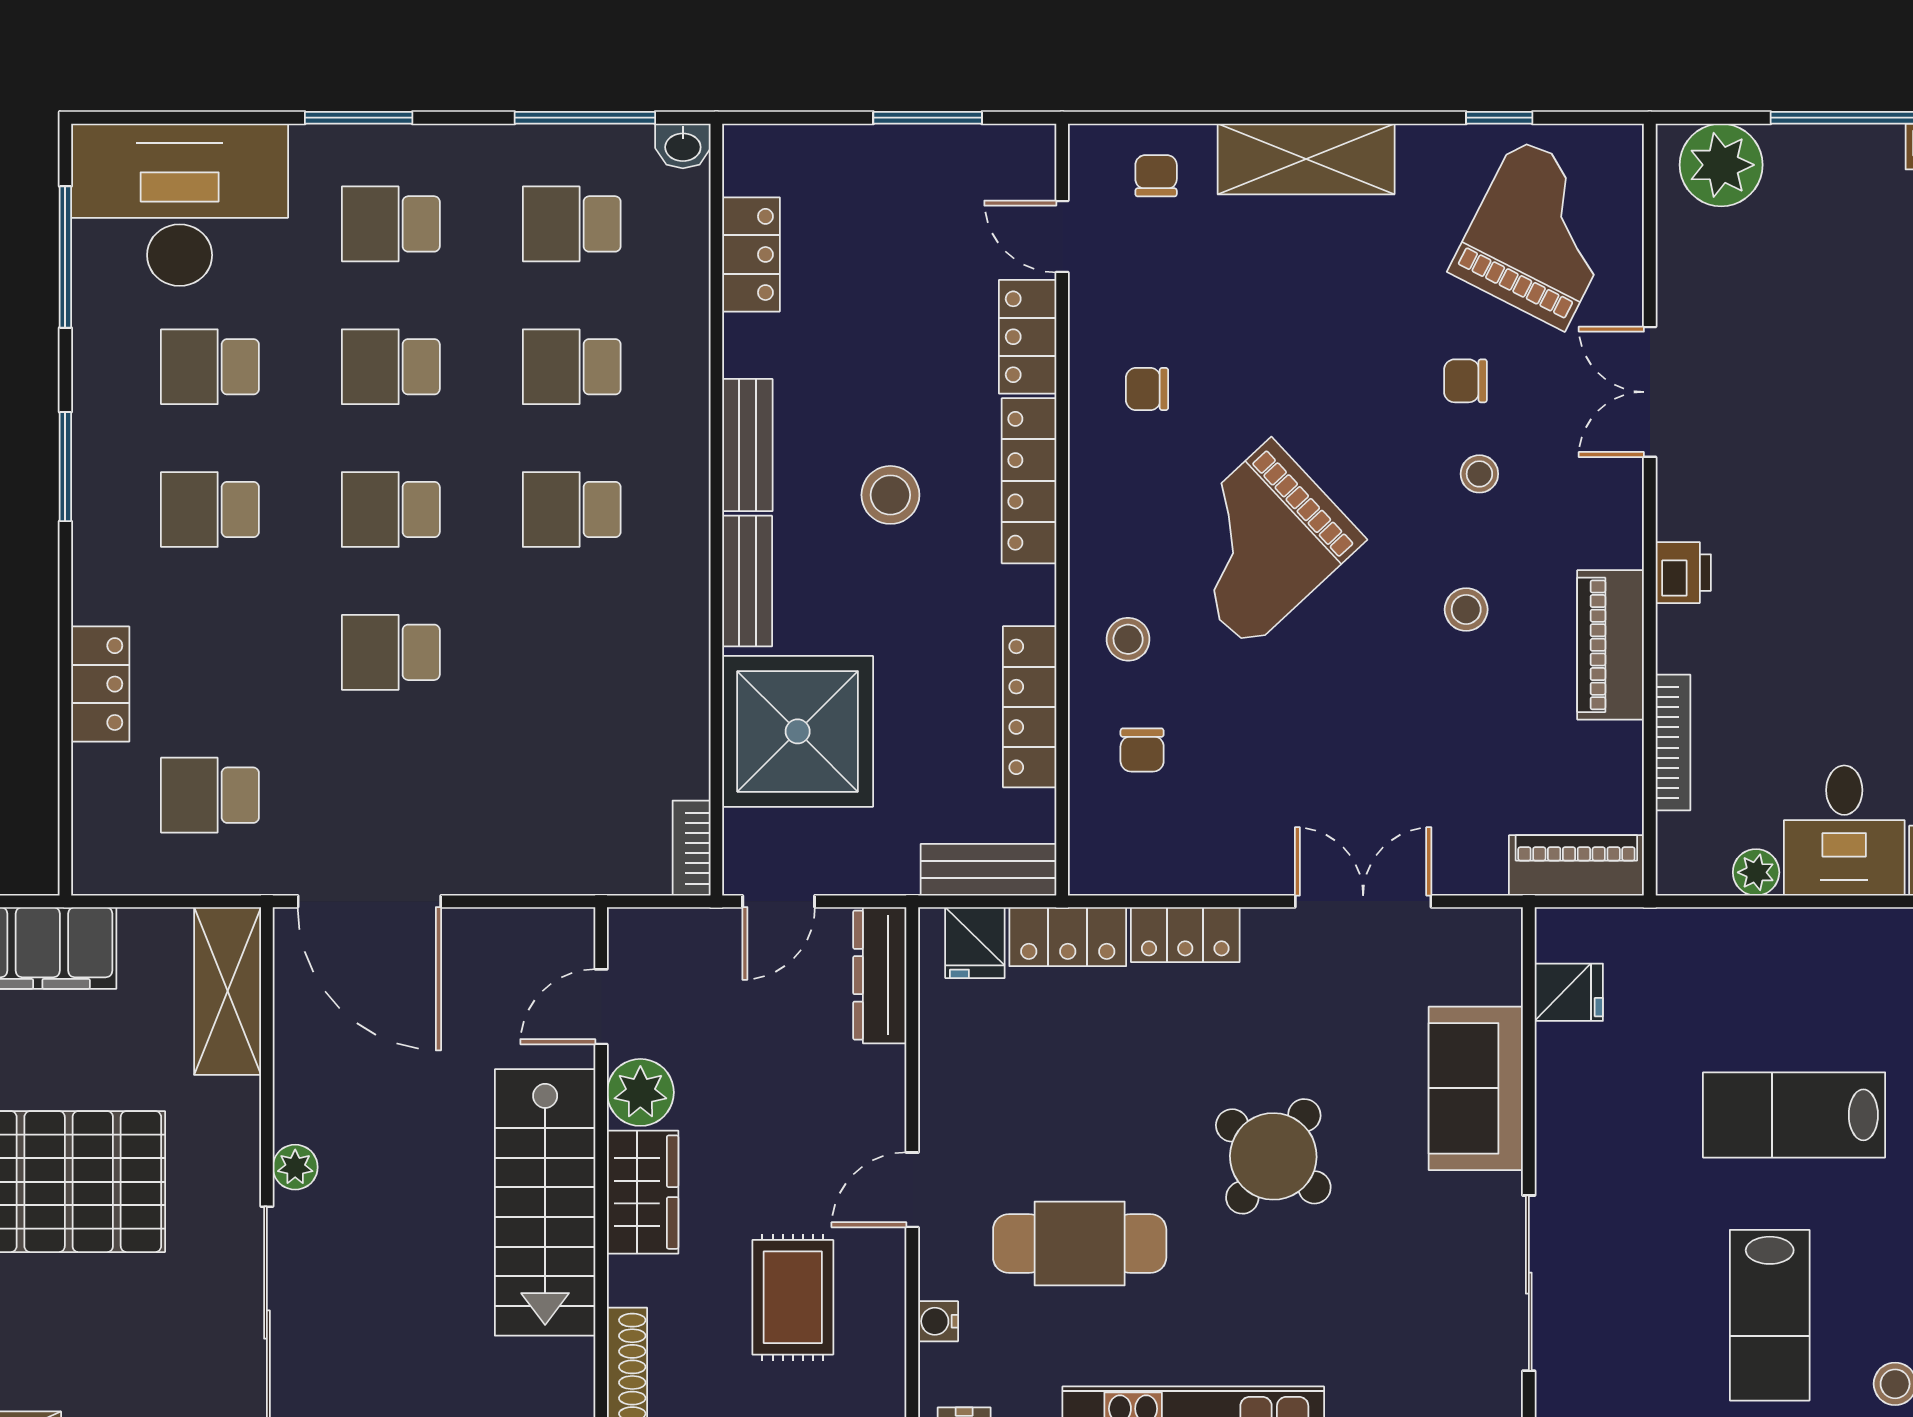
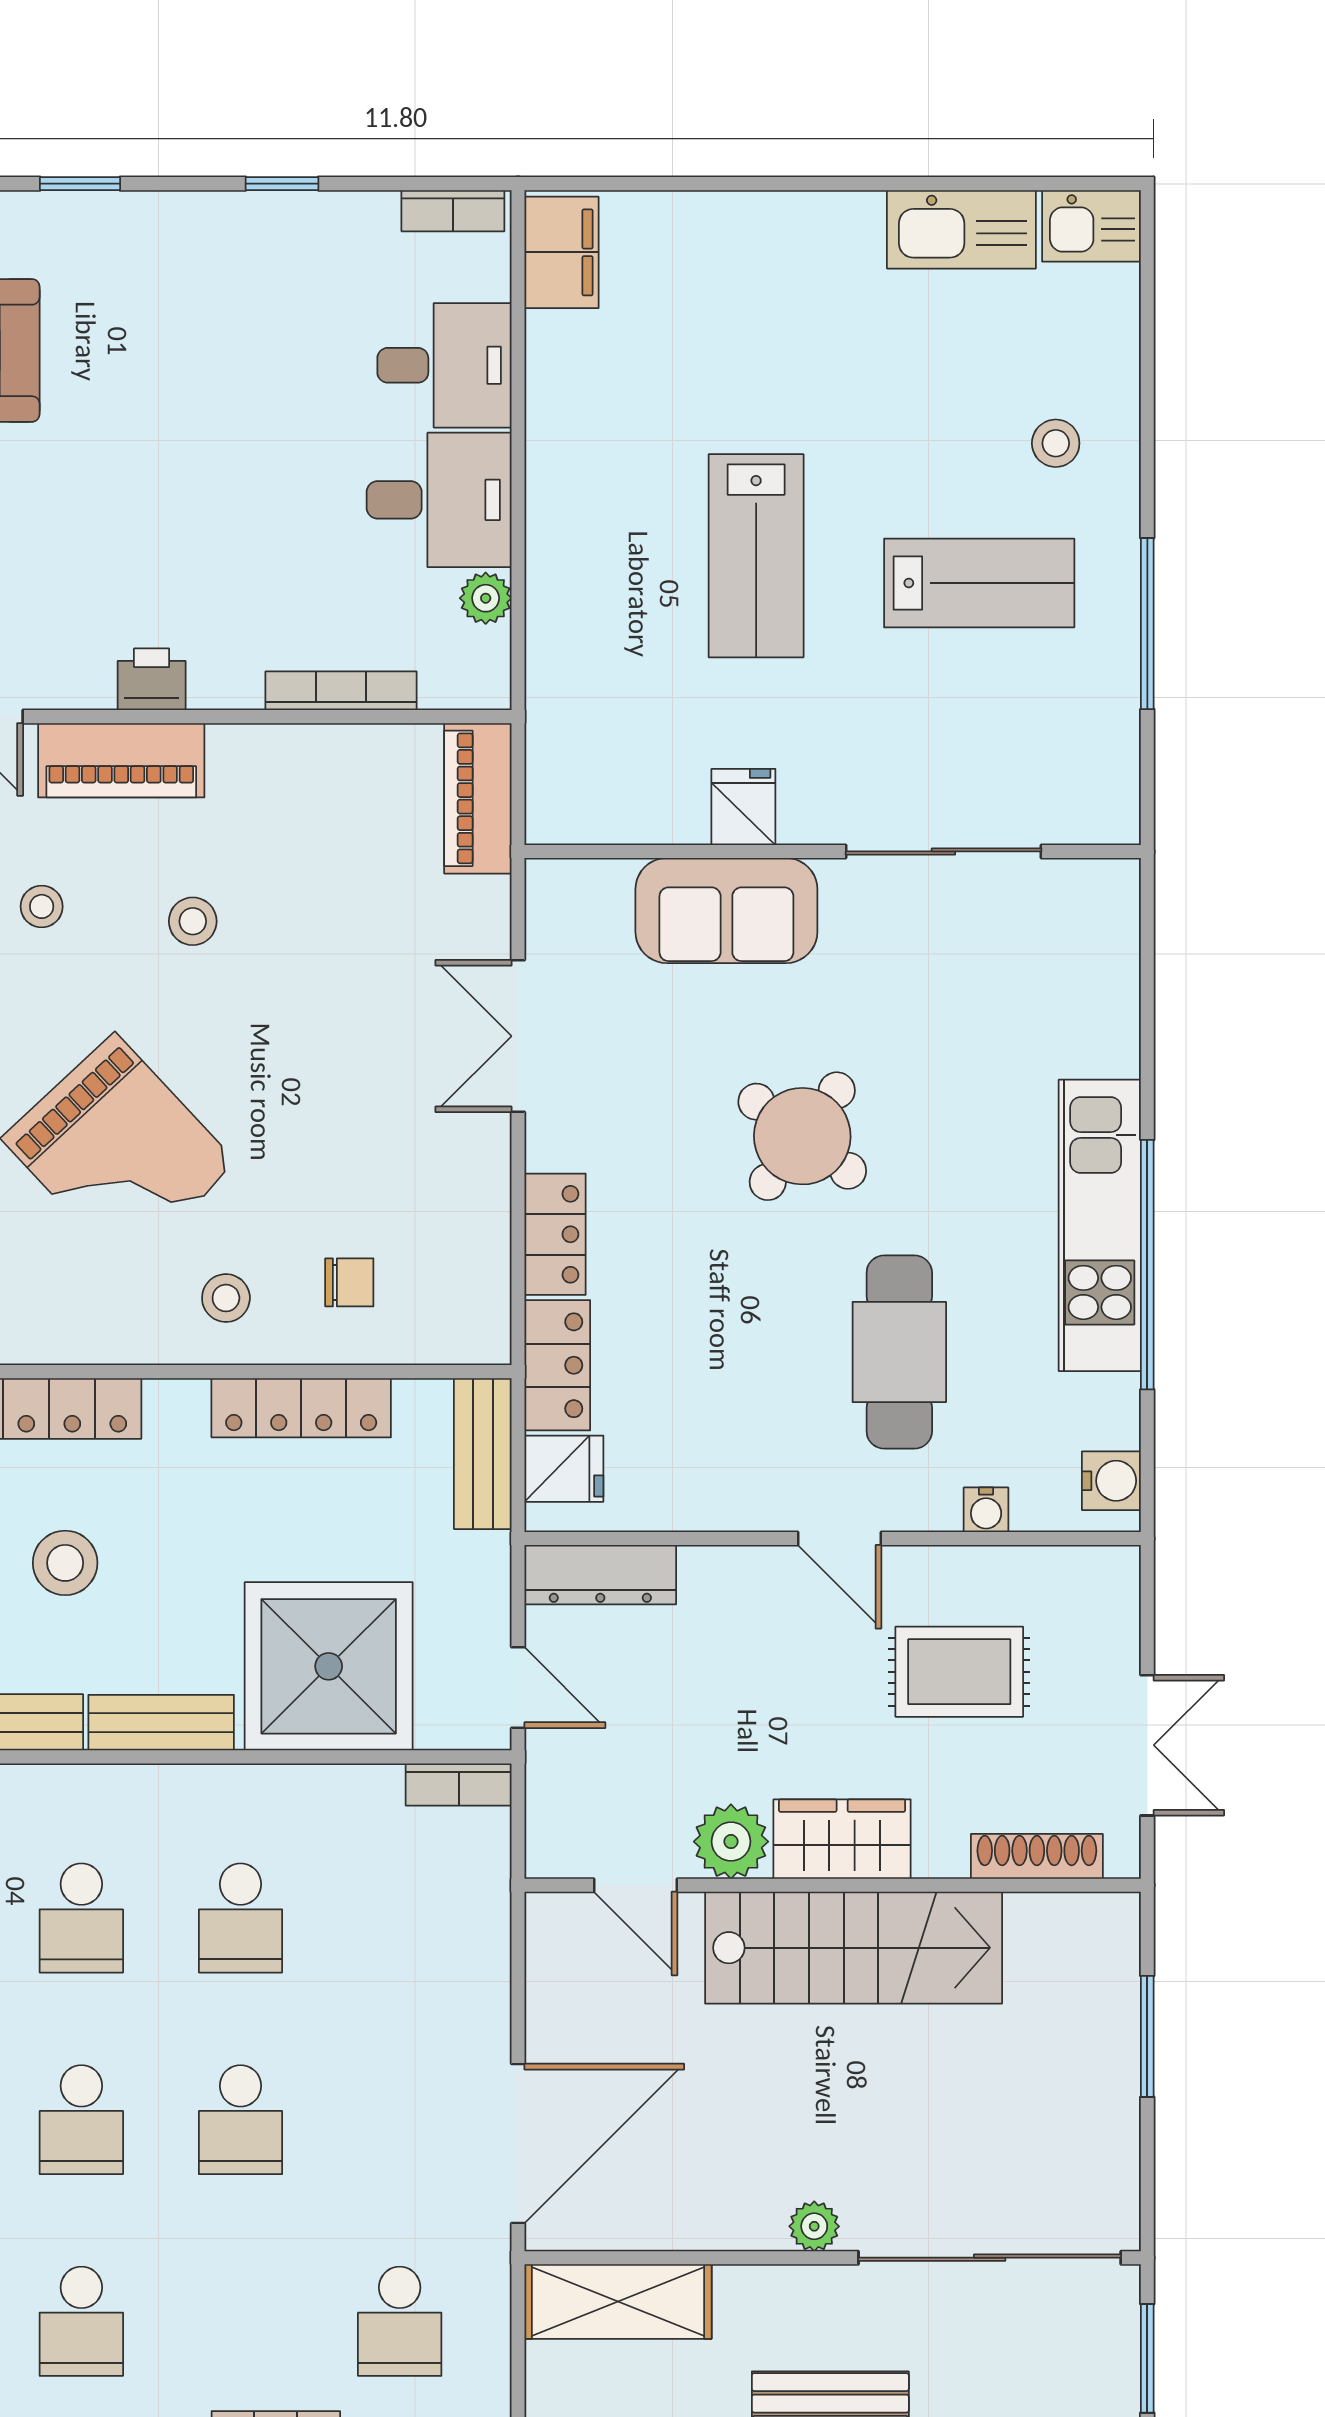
piano: (1611, 645) -> (121, 760), moved
school desk: (572, 652) -> (241, 1918), added
fridge: (1569, 992) -> (743, 807), moved

